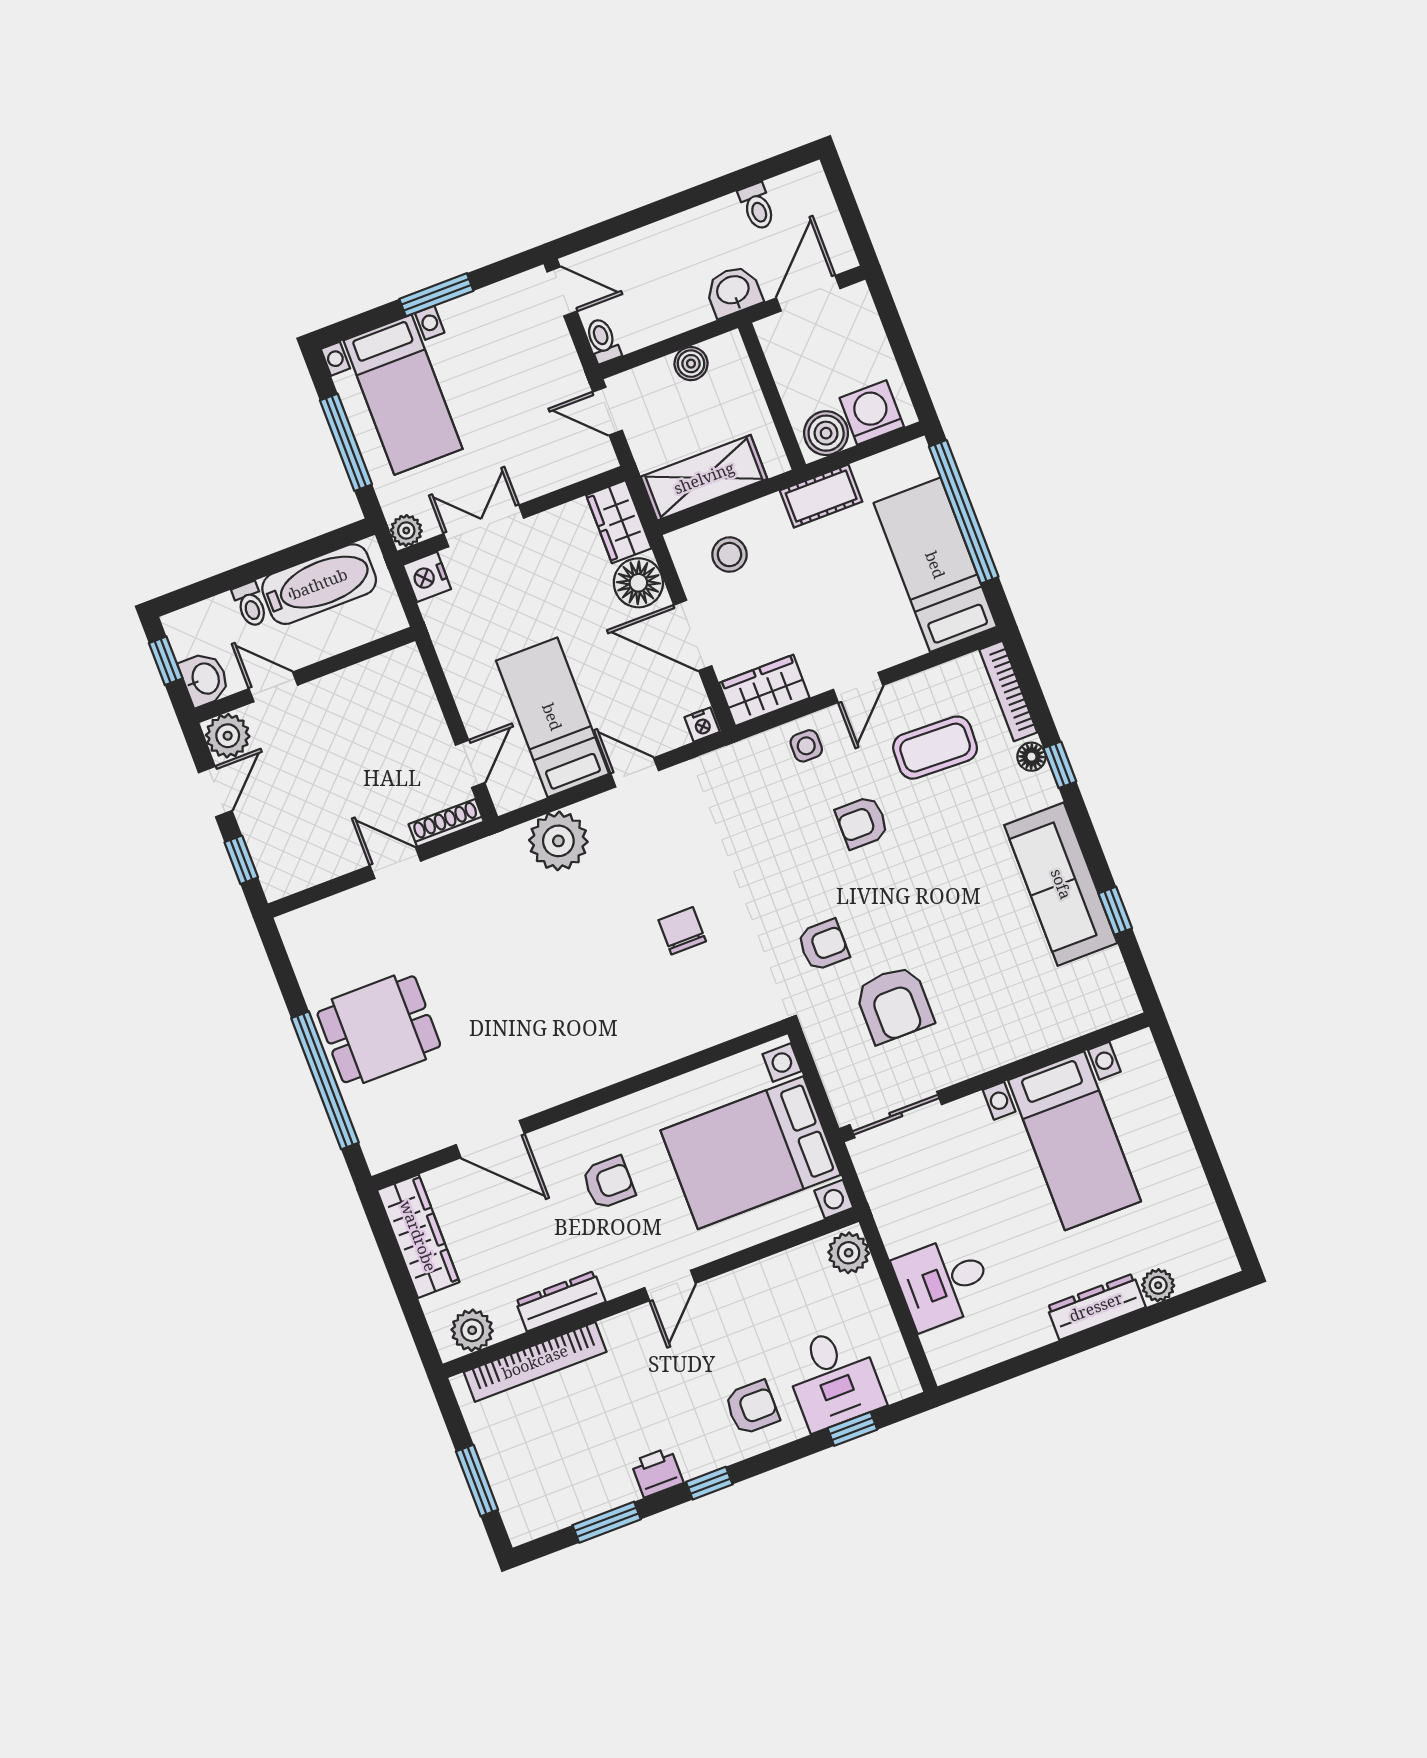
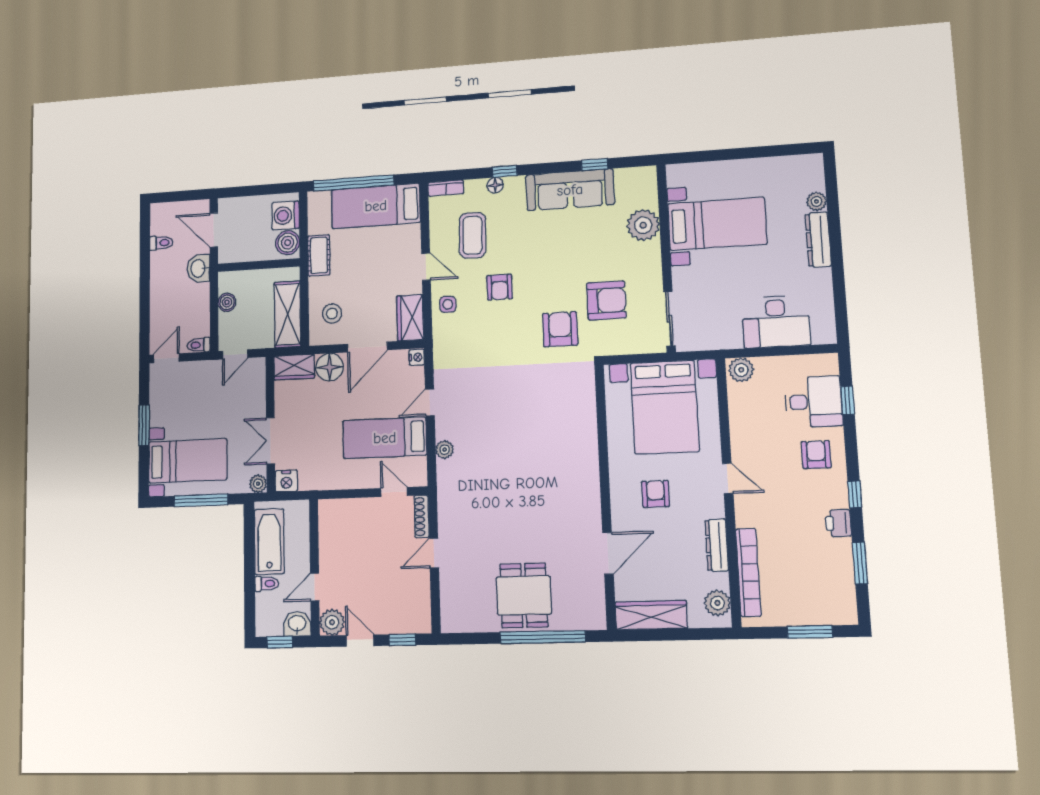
bookcase: (1008, 691) -> (446, 188), width x0.64
plant: (558, 841) -> (445, 450), width x0.53, depth x0.53
chair: (682, 931) -> (526, 405), removed
armchair: (823, 945) -> (560, 329), width x1.38, depth x1.38
plant: (1037, 1023) -> (643, 225), added
desk: (943, 1282) -> (776, 322), width x1.37

